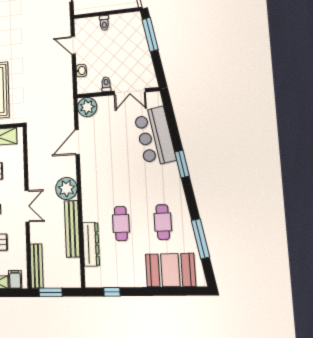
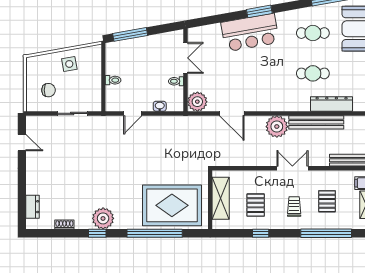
bar counter: (155, 137) -> (250, 33), moved

